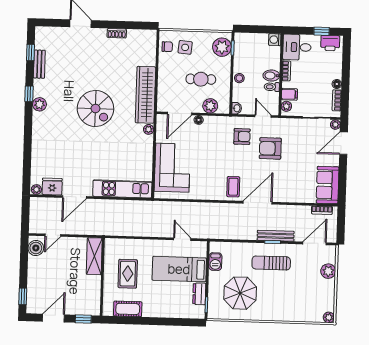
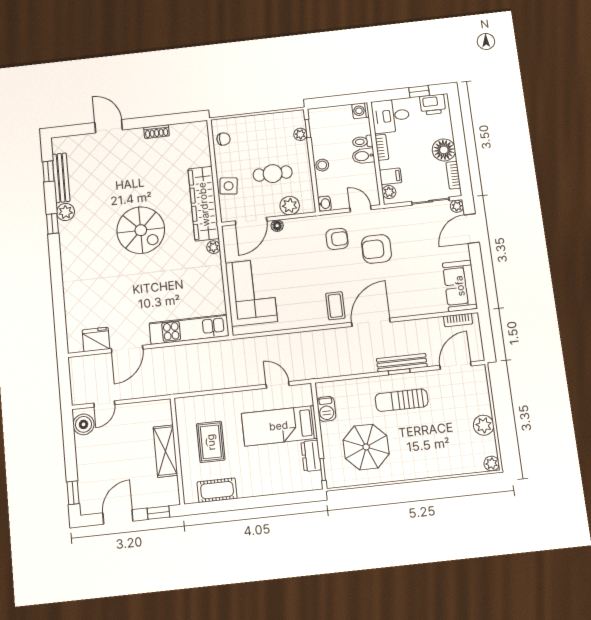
side table: (185, 47) -> (229, 186), moved
plant: (222, 47) -> (300, 134), width x0.53, depth x0.53
bench: (39, 64) -> (61, 178), width x1.36
floor lamp: (337, 84) -> (444, 150), width x1.89, depth x1.89
toilet: (272, 87) -> (363, 142), moved
plant: (39, 104) -> (66, 212), moved
plant: (36, 190) -> (76, 346), removed
shelving: (94, 256) -> (165, 451), moved
plant: (328, 271) -> (484, 425), moved

